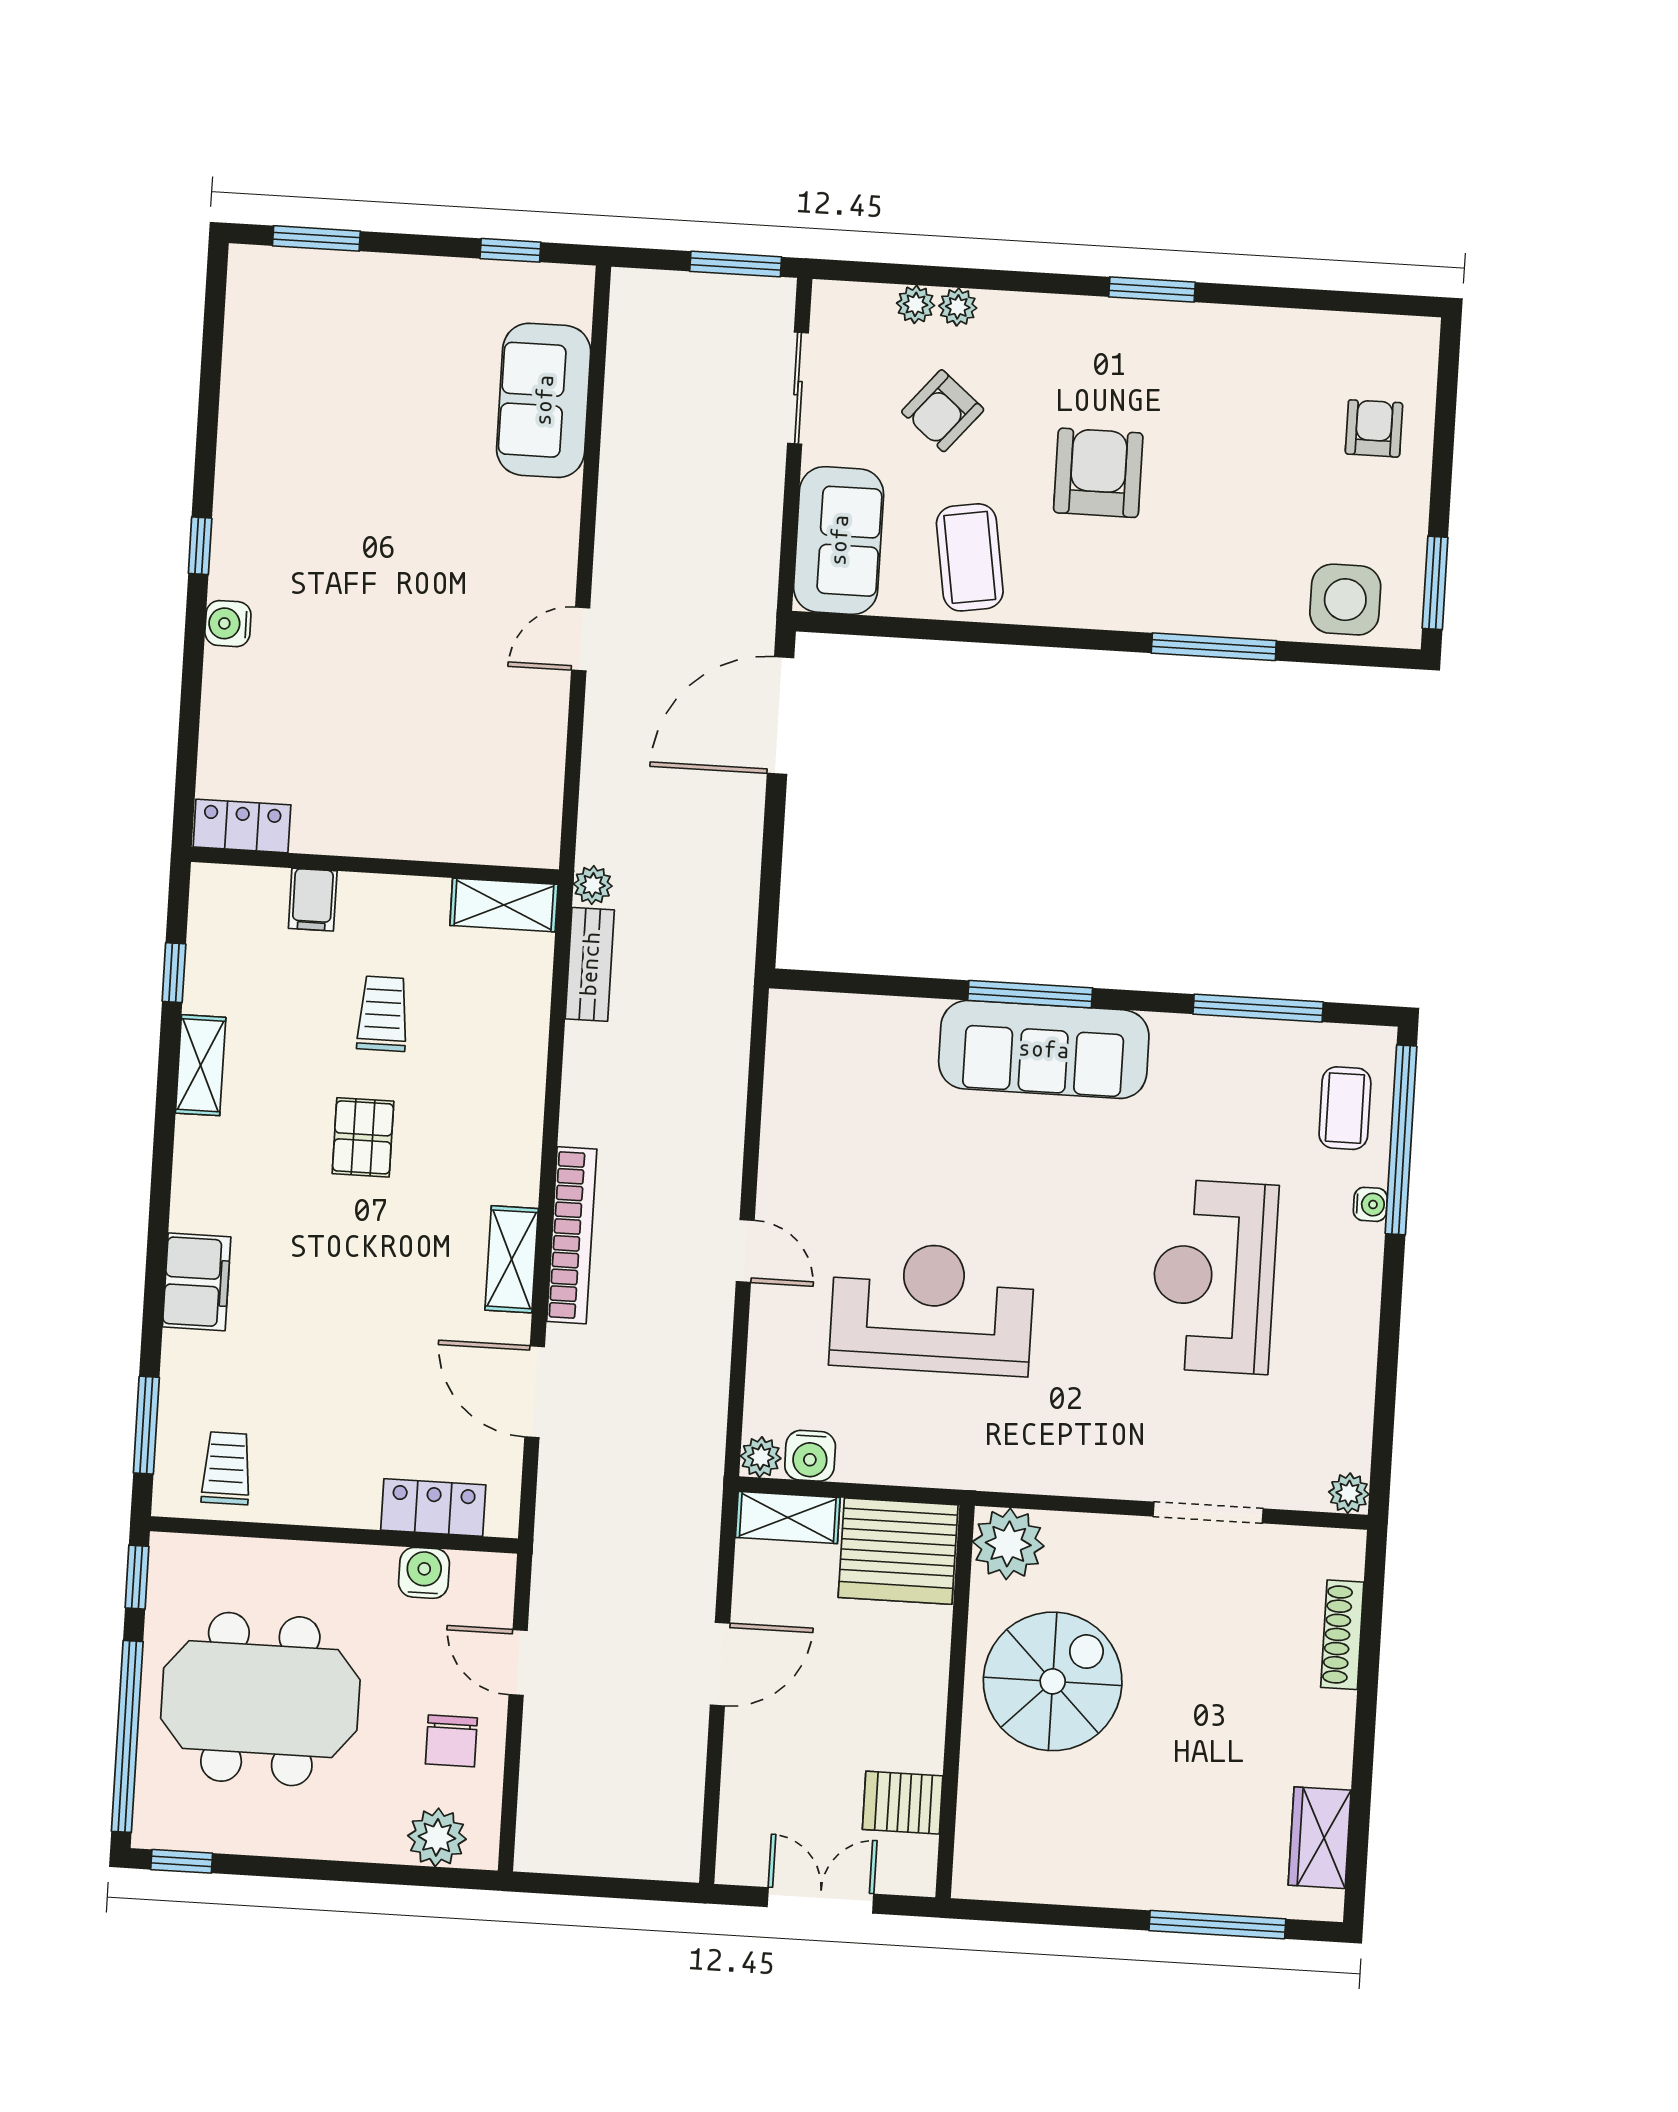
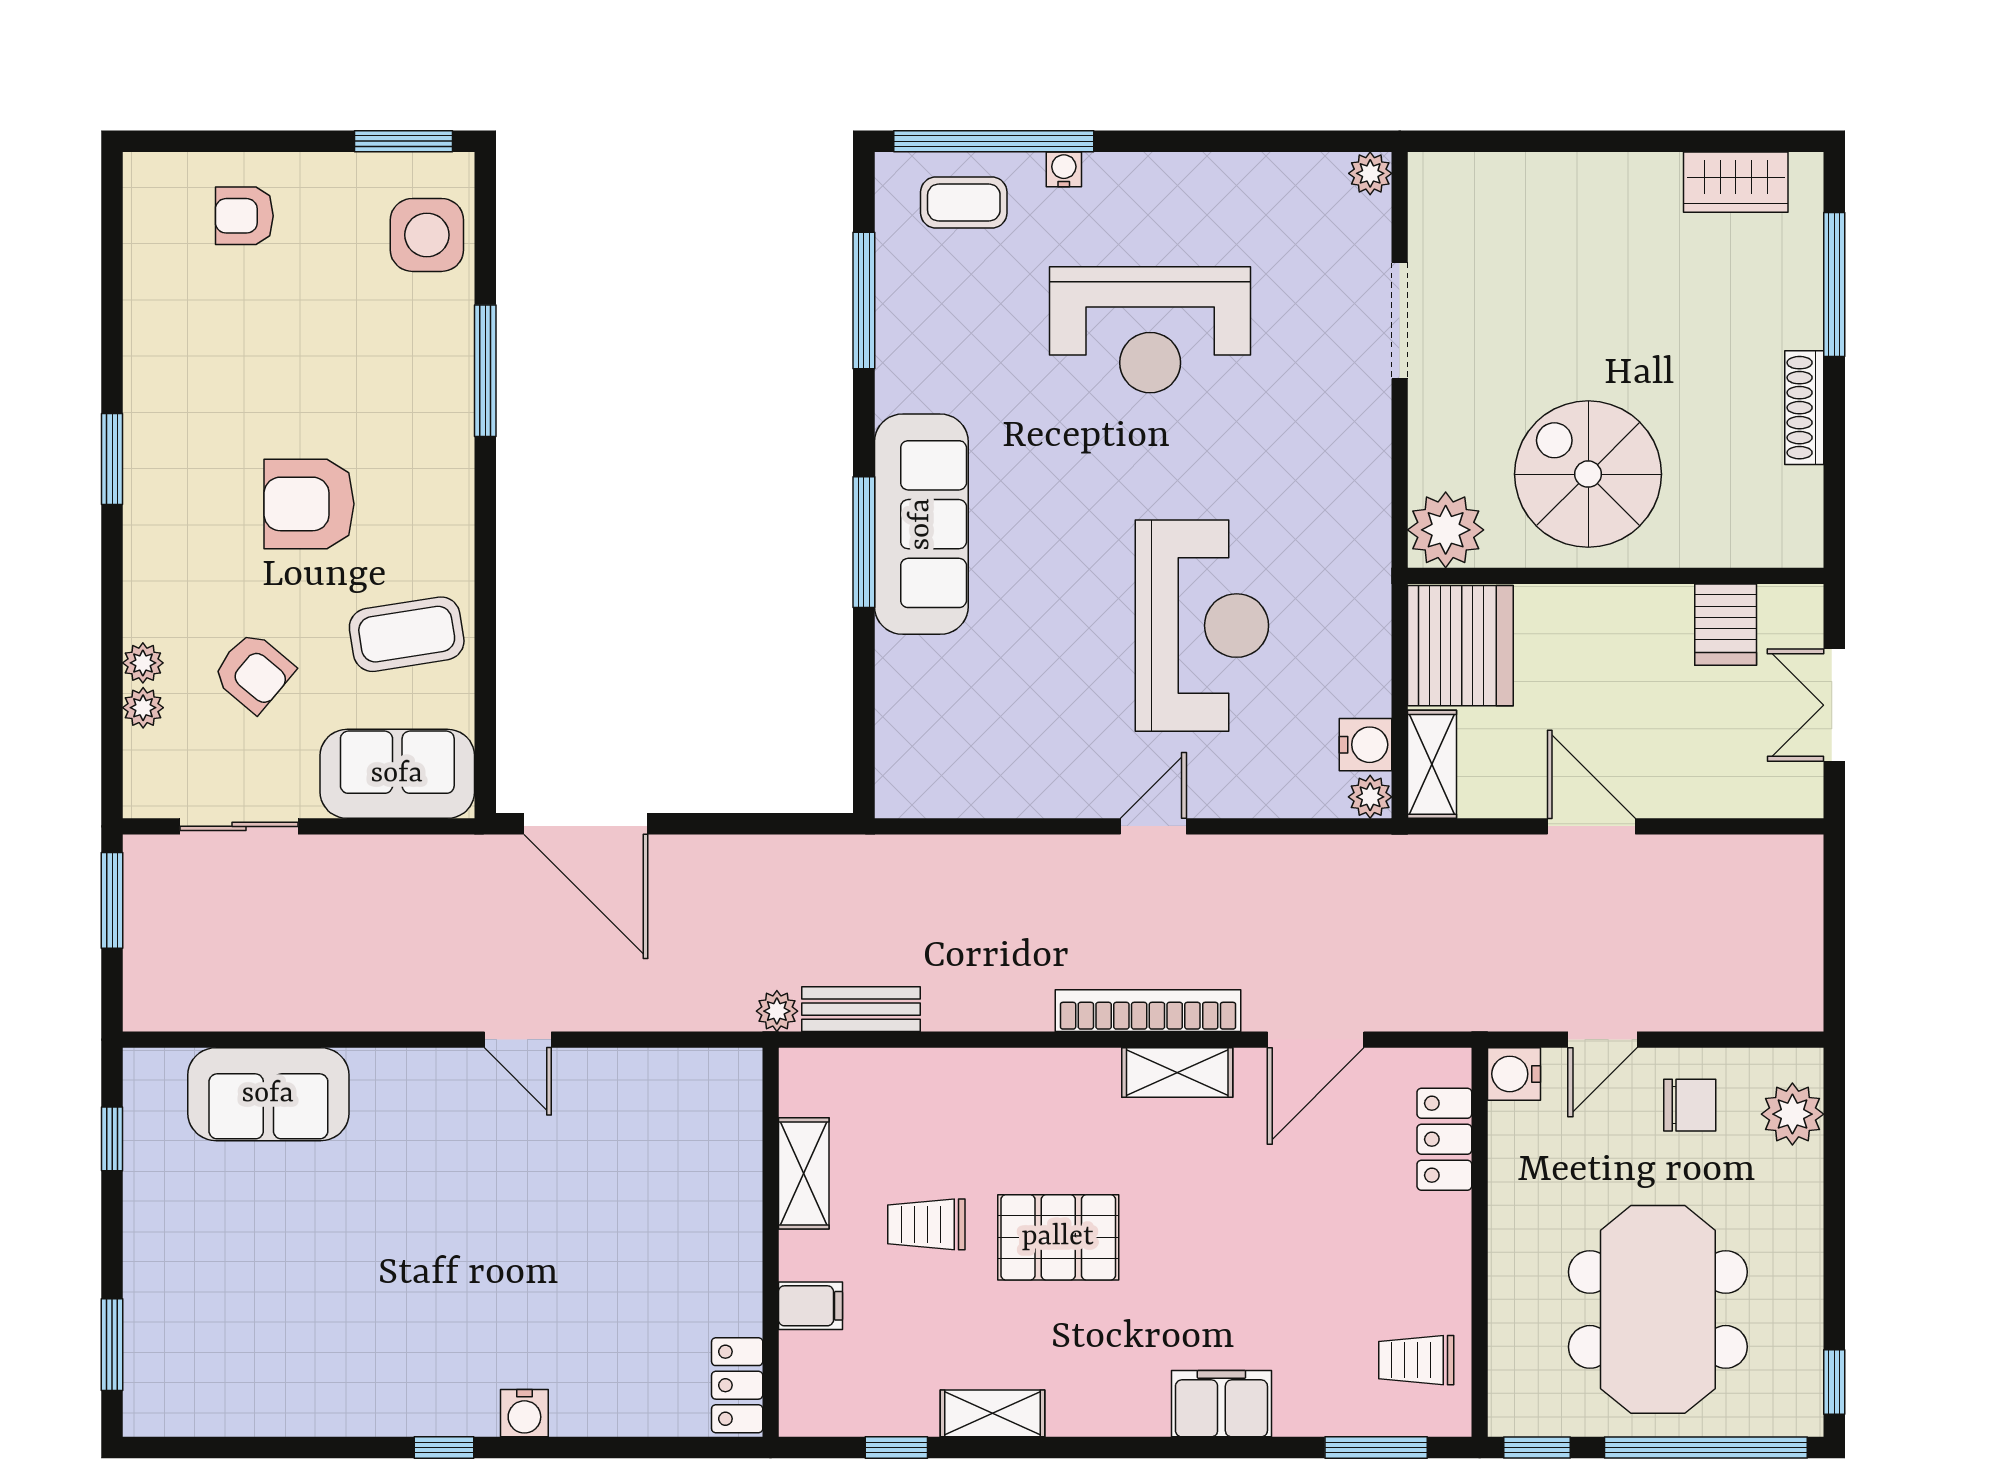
shelving: (504, 905) -> (804, 1173), moved
pallet: (363, 1137) -> (1058, 1237), width x1.50, depth x1.42
reception desk: (932, 1308) -> (1202, 626), turned 180
water cooler: (424, 1573) -> (1514, 1074), moved
shoe rack: (1342, 1635) -> (1804, 408), moved, turned 90

